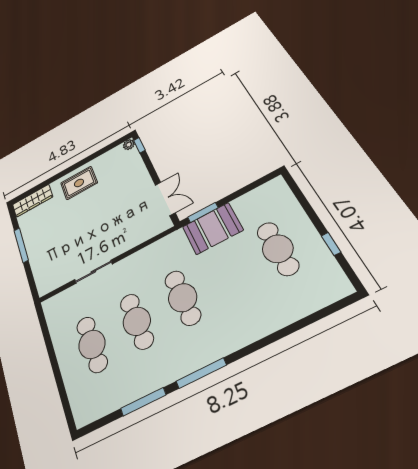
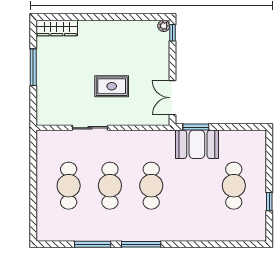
rug: (79, 183) -> (112, 86), moved
double door: (165, 199) -> (172, 98), swing flipped

